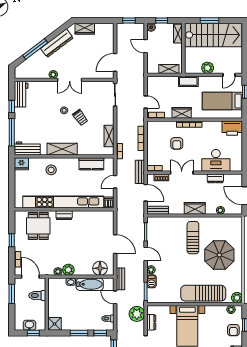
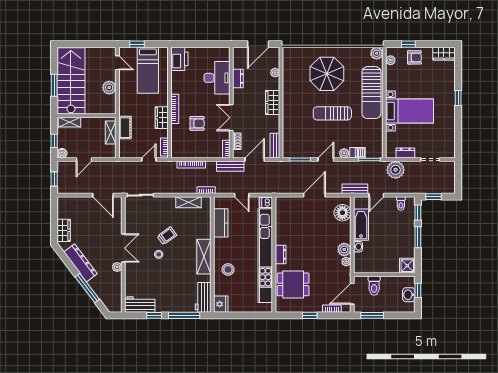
cot: (188, 81) -> (125, 128), moved
sun lounger: (193, 238) -> (332, 113), moved

